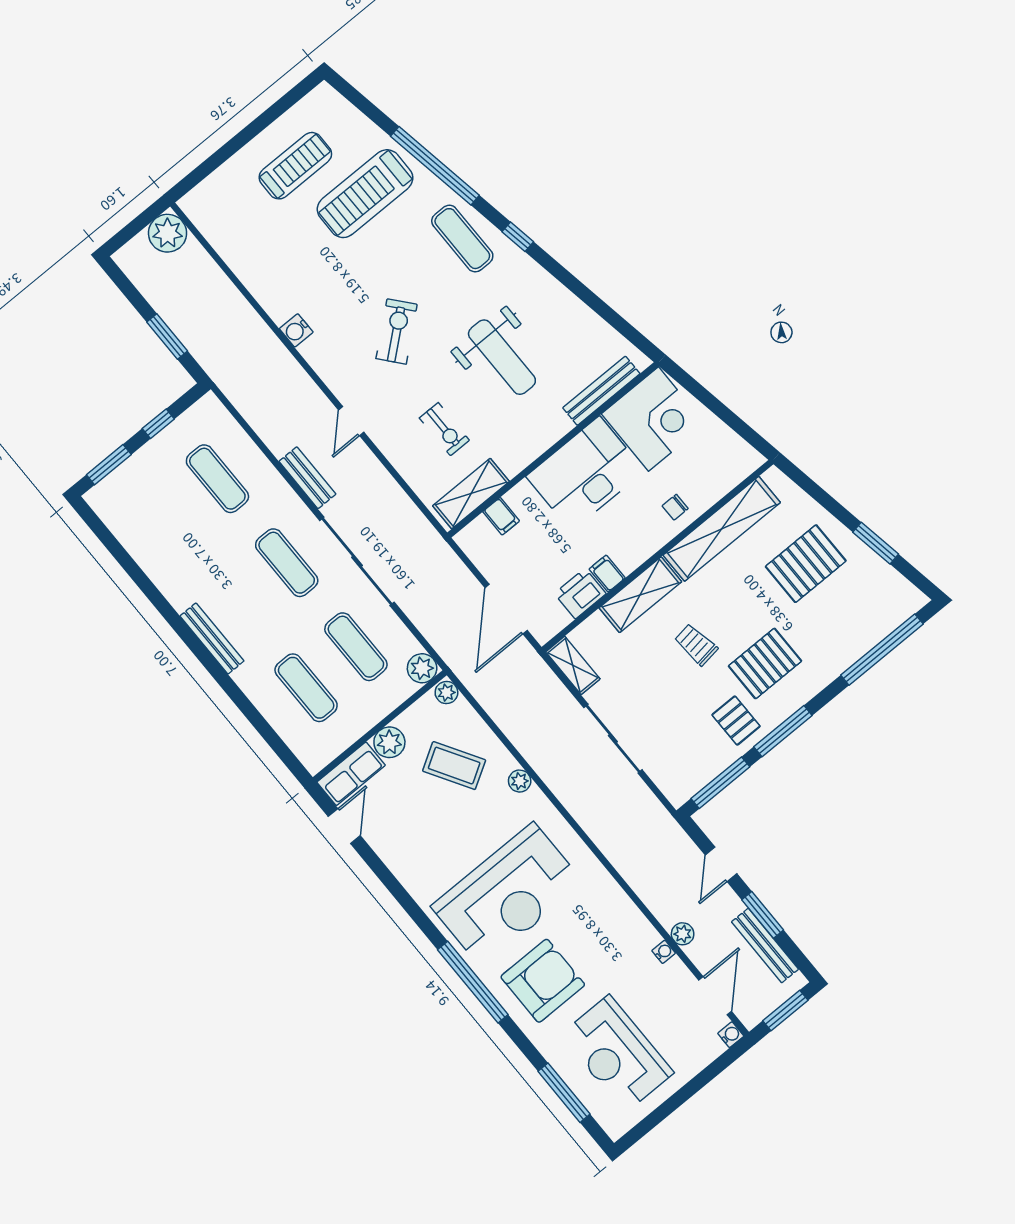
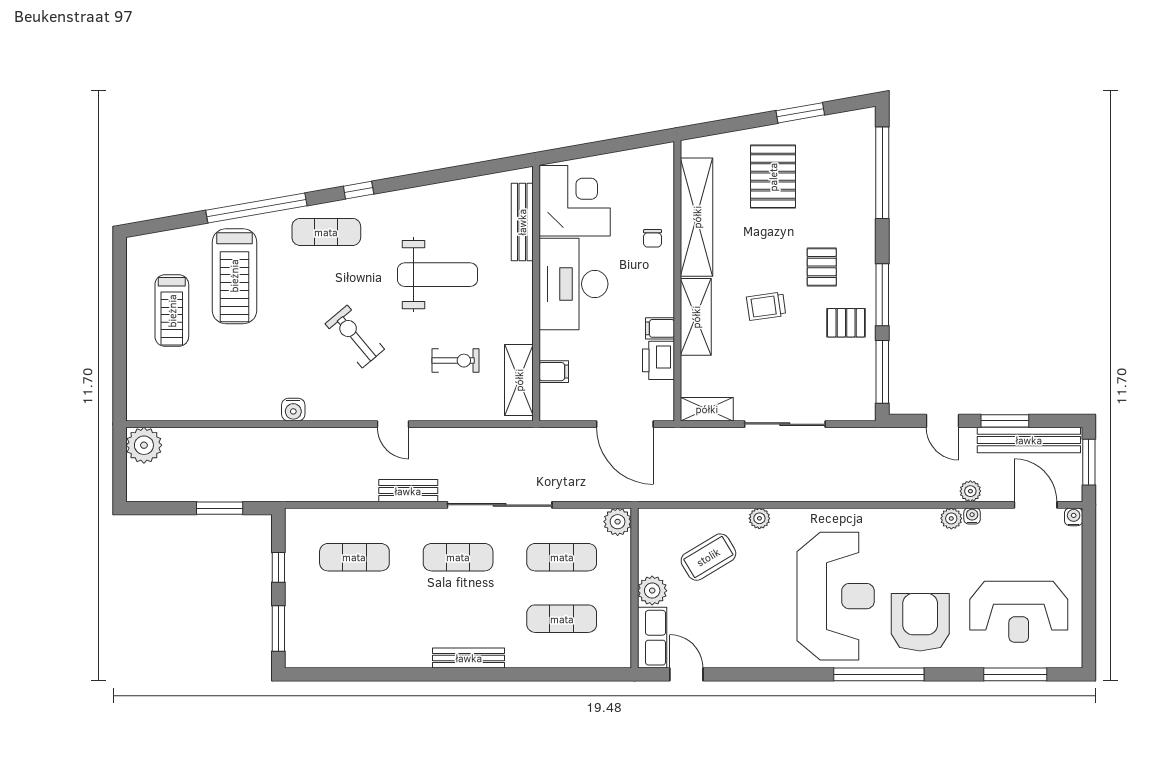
treadmill: (295, 166) -> (172, 311), turned 180
pallet: (765, 663) -> (822, 267), width x0.67, depth x0.71
plant: (446, 693) -> (951, 518), moved
bench: (765, 945) -> (1029, 440), width x1.37, depth x1.21

